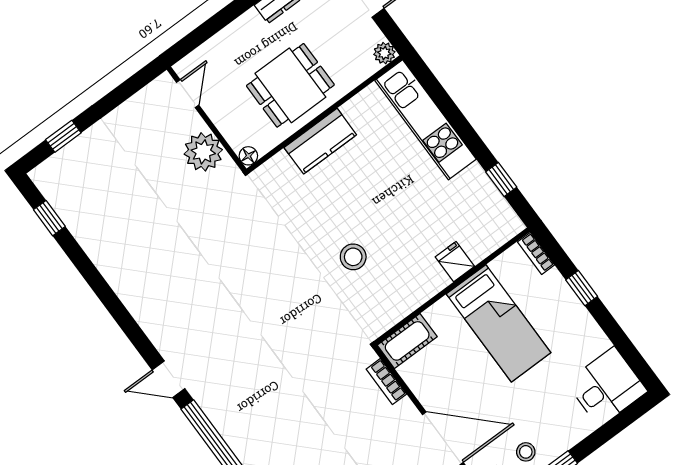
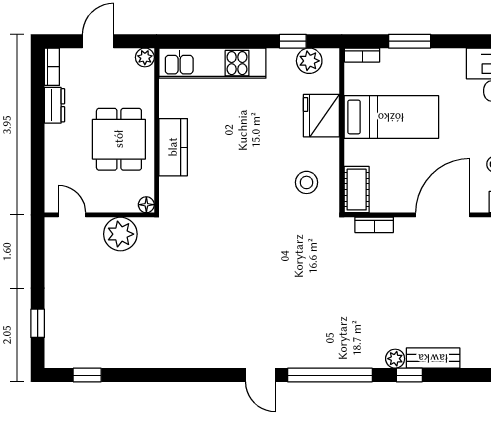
plant: (494, 208) -> (309, 61), added
stool: (353, 257) -> (306, 182), moved
fridge: (455, 262) -> (321, 116), width x1.88, depth x1.34
window: (582, 288) -> (410, 41), width x1.50
door: (169, 379) -> (261, 375), hinge flipped

